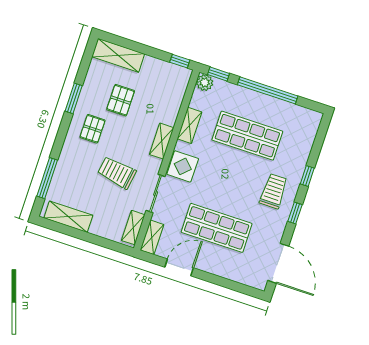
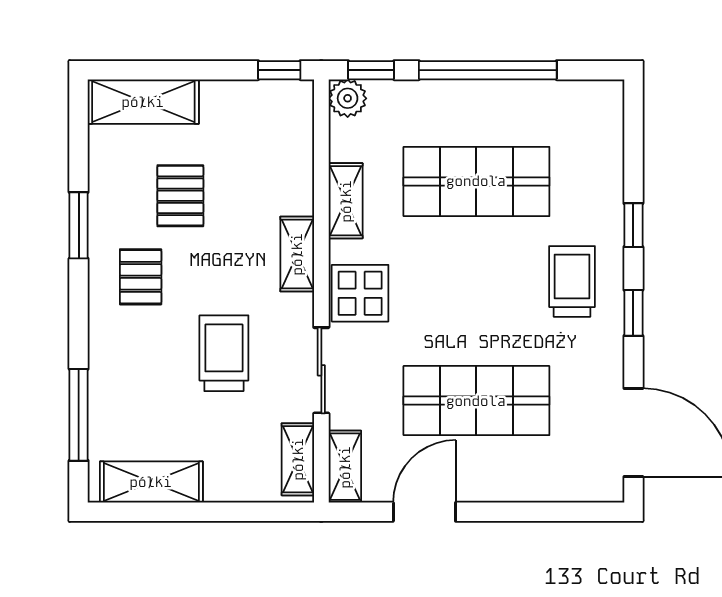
trolley: (117, 173) -> (224, 353), turned 81

